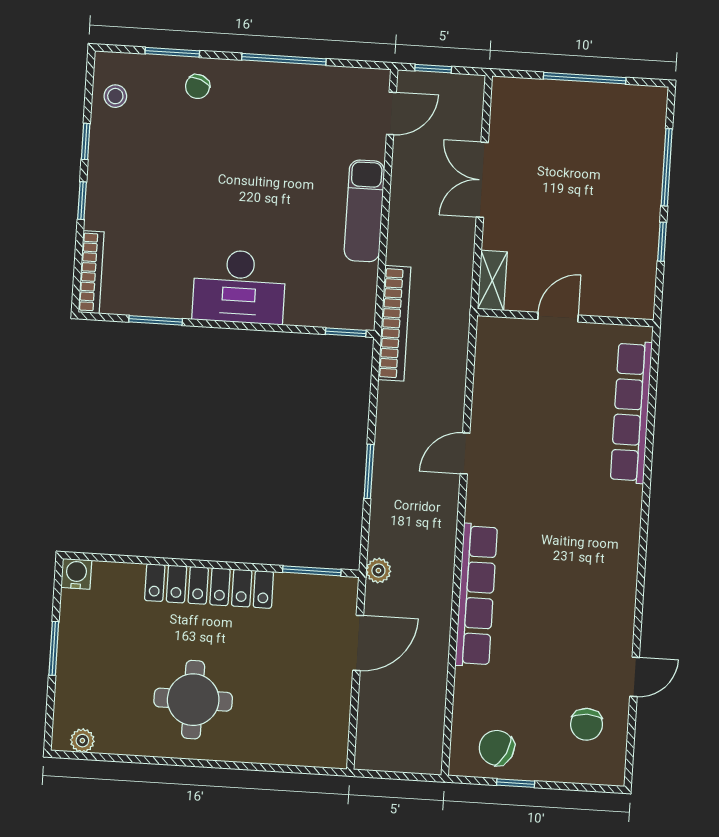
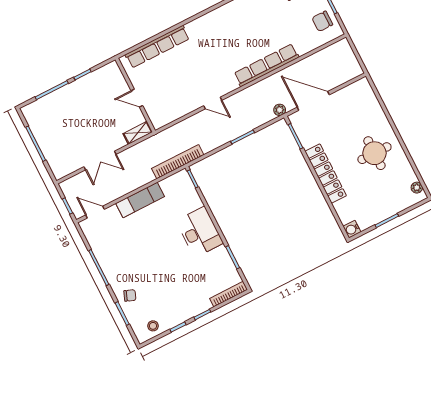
door: (358, 643) -> (313, 101), width x1.36
chair: (497, 748) -> (322, 21), turned 64

